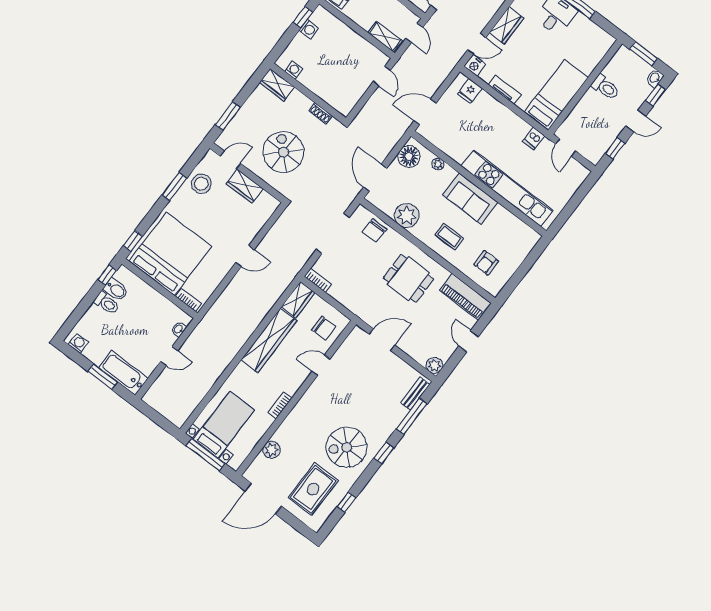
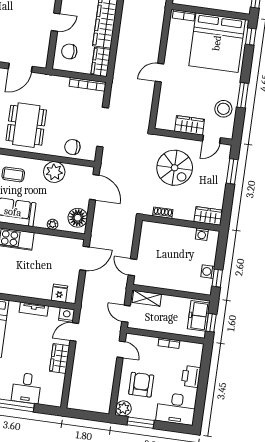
chair: (374, 231) -> (72, 147), turned -92
dining table: (408, 278) -> (26, 125), width x1.38
bookcase: (318, 280) -> (88, 84), width x1.56

